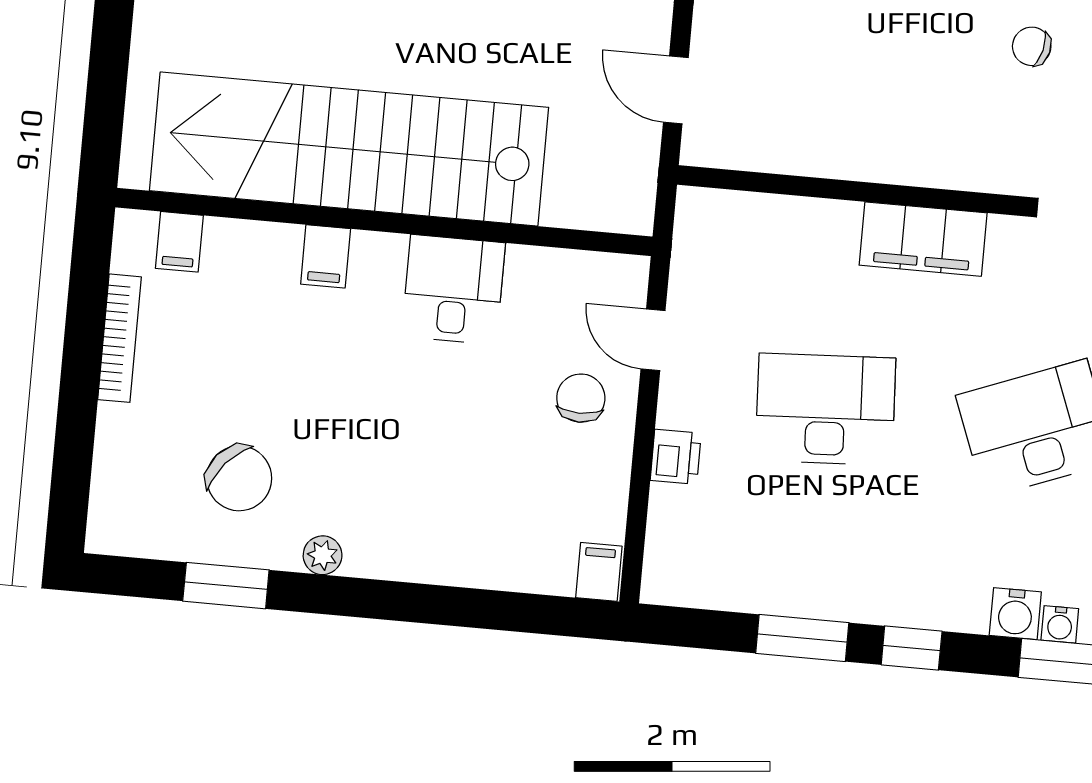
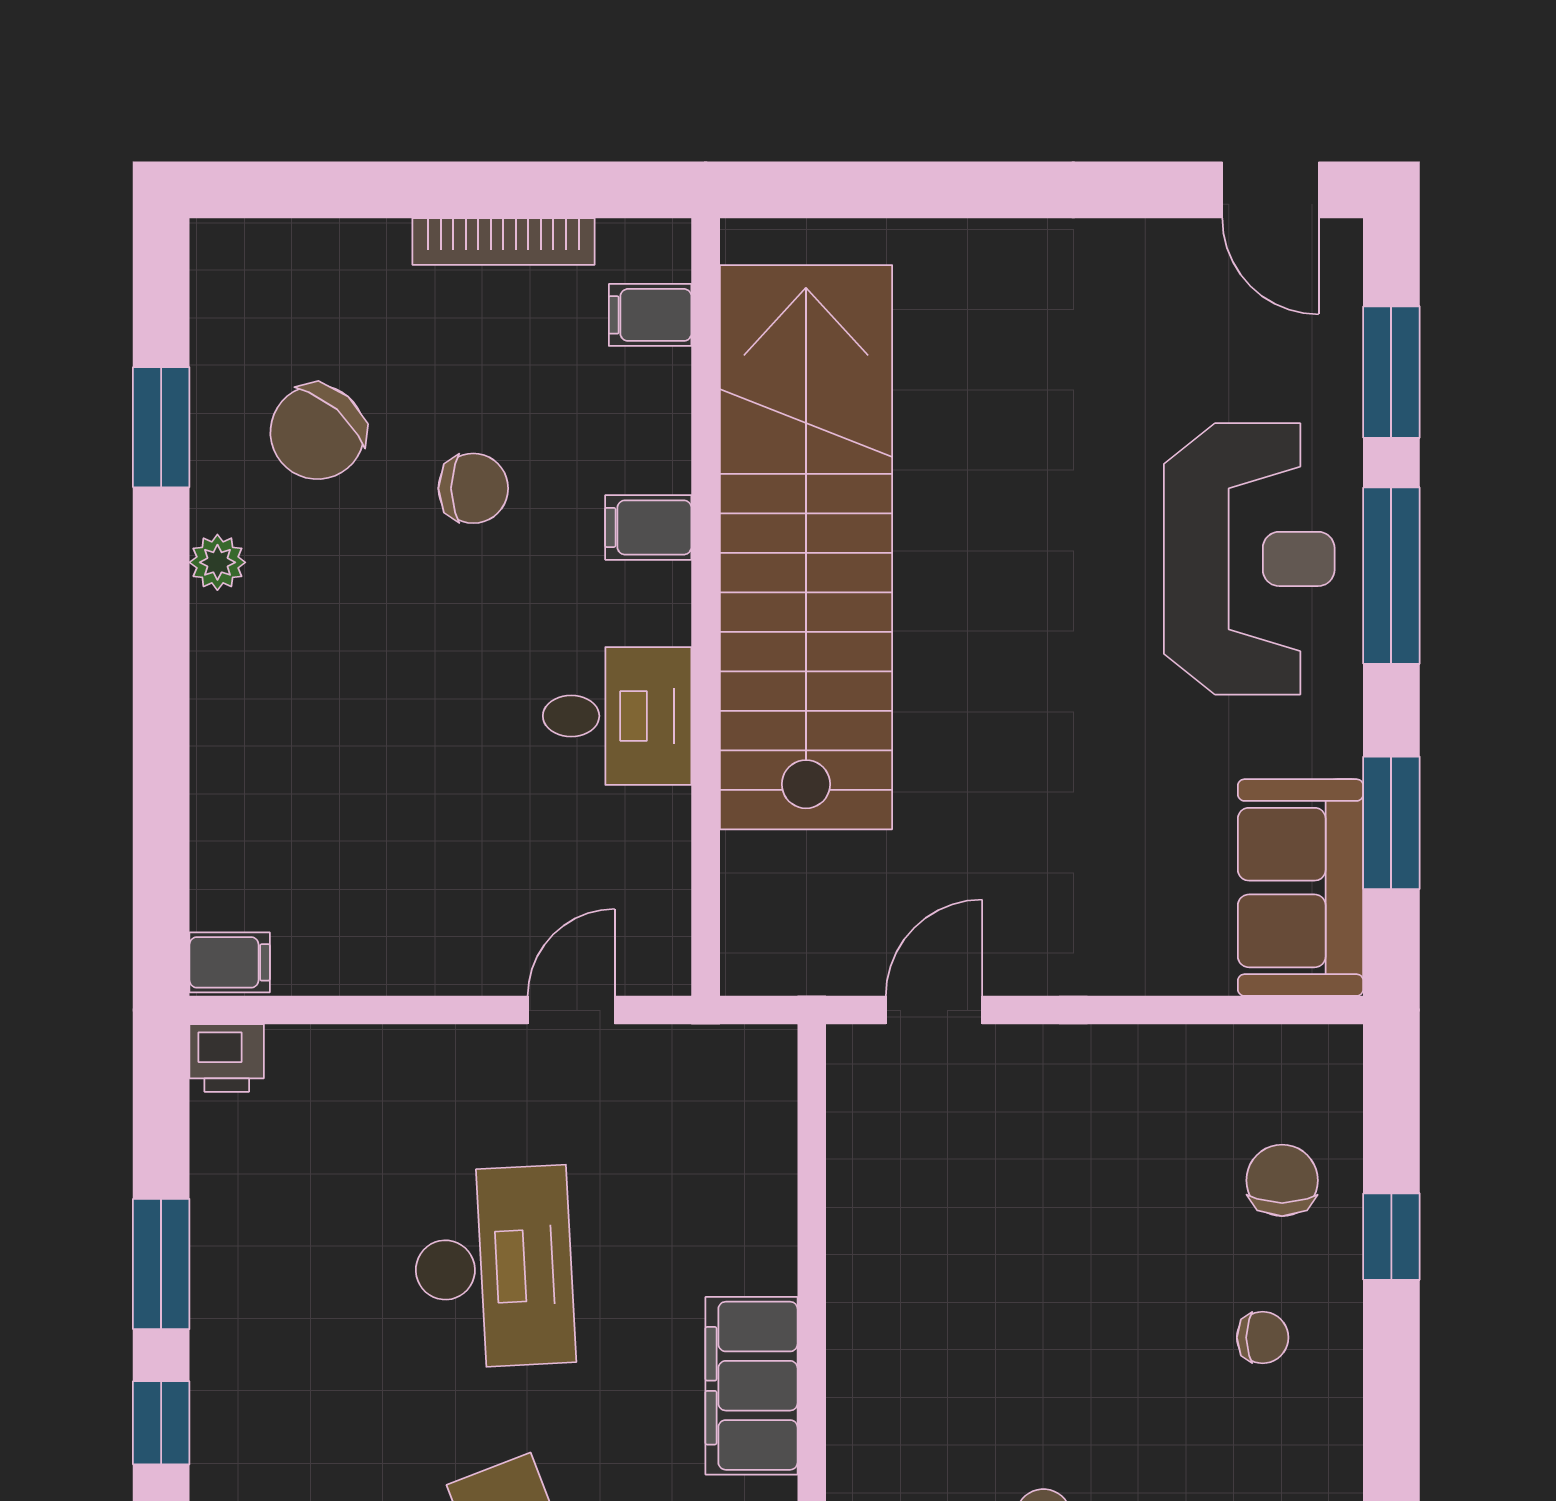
chair: (581, 398) -> (473, 488), moved
printer: (676, 457) -> (227, 1058), moved

